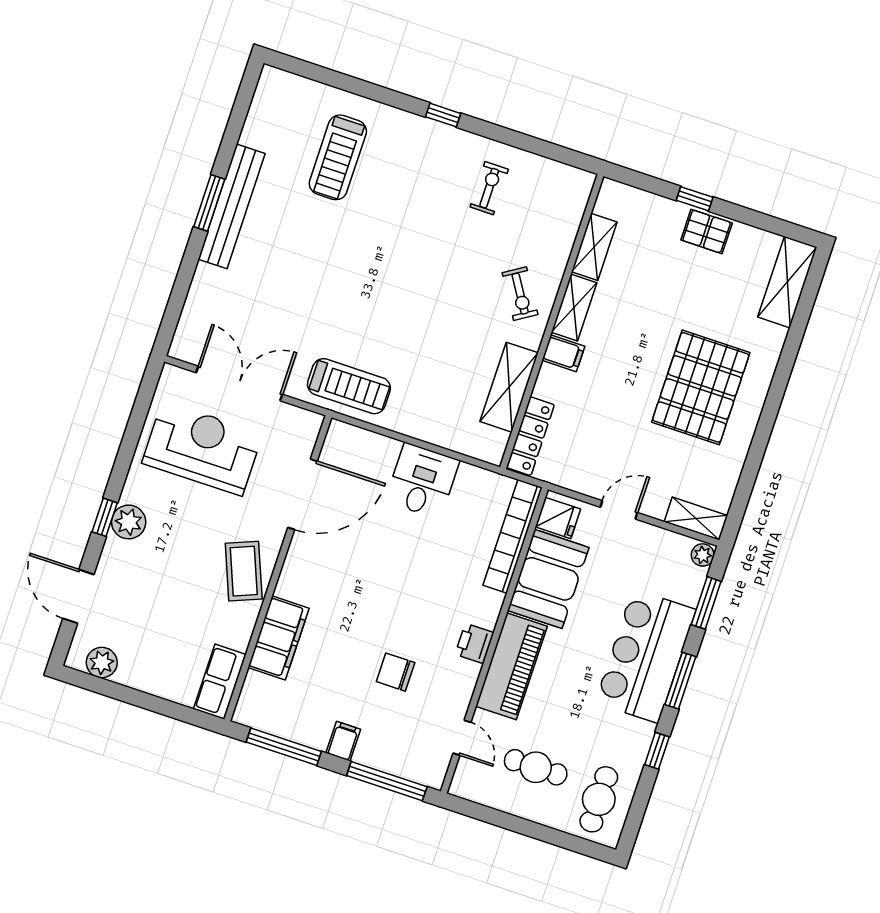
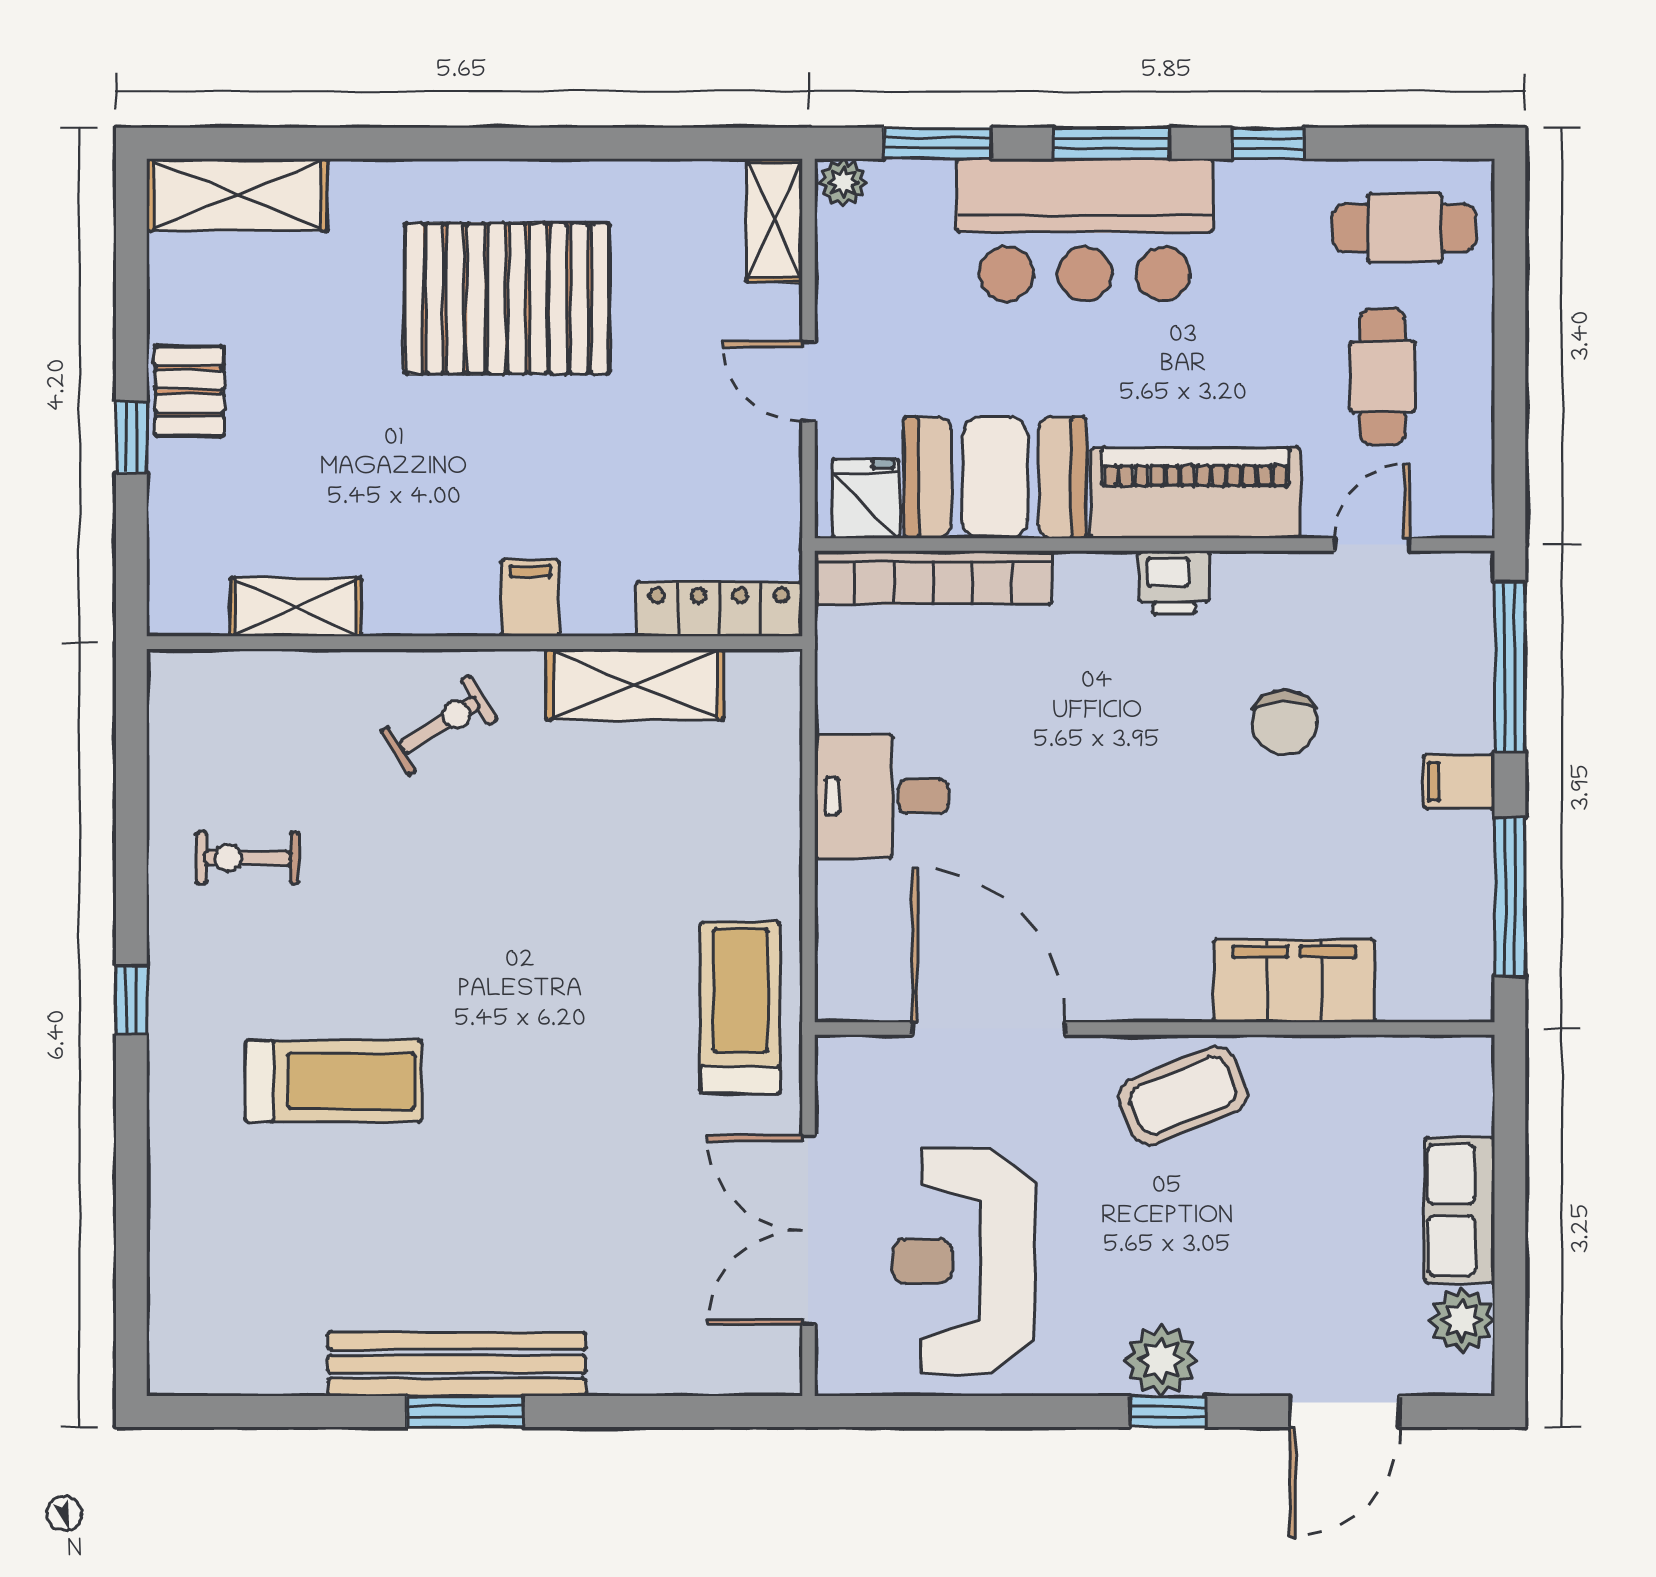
treadmill: (338, 157) -> (334, 1081), moved
shelving: (574, 308) -> (431, 607), removed
row of seats: (220, 682) -> (1460, 1210), moved, turned 90

